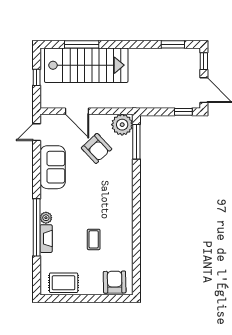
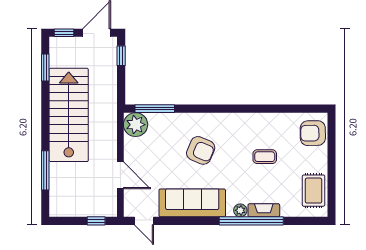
stairs: (86, 65) -> (69, 115), moved
window: (37, 77) -> (96, 221), moved
door: (77, 111) -> (120, 175), hinge flipped
armchair: (97, 148) -> (201, 150), moved, turned 66
sofa: (53, 167) -> (192, 203), width x1.36

